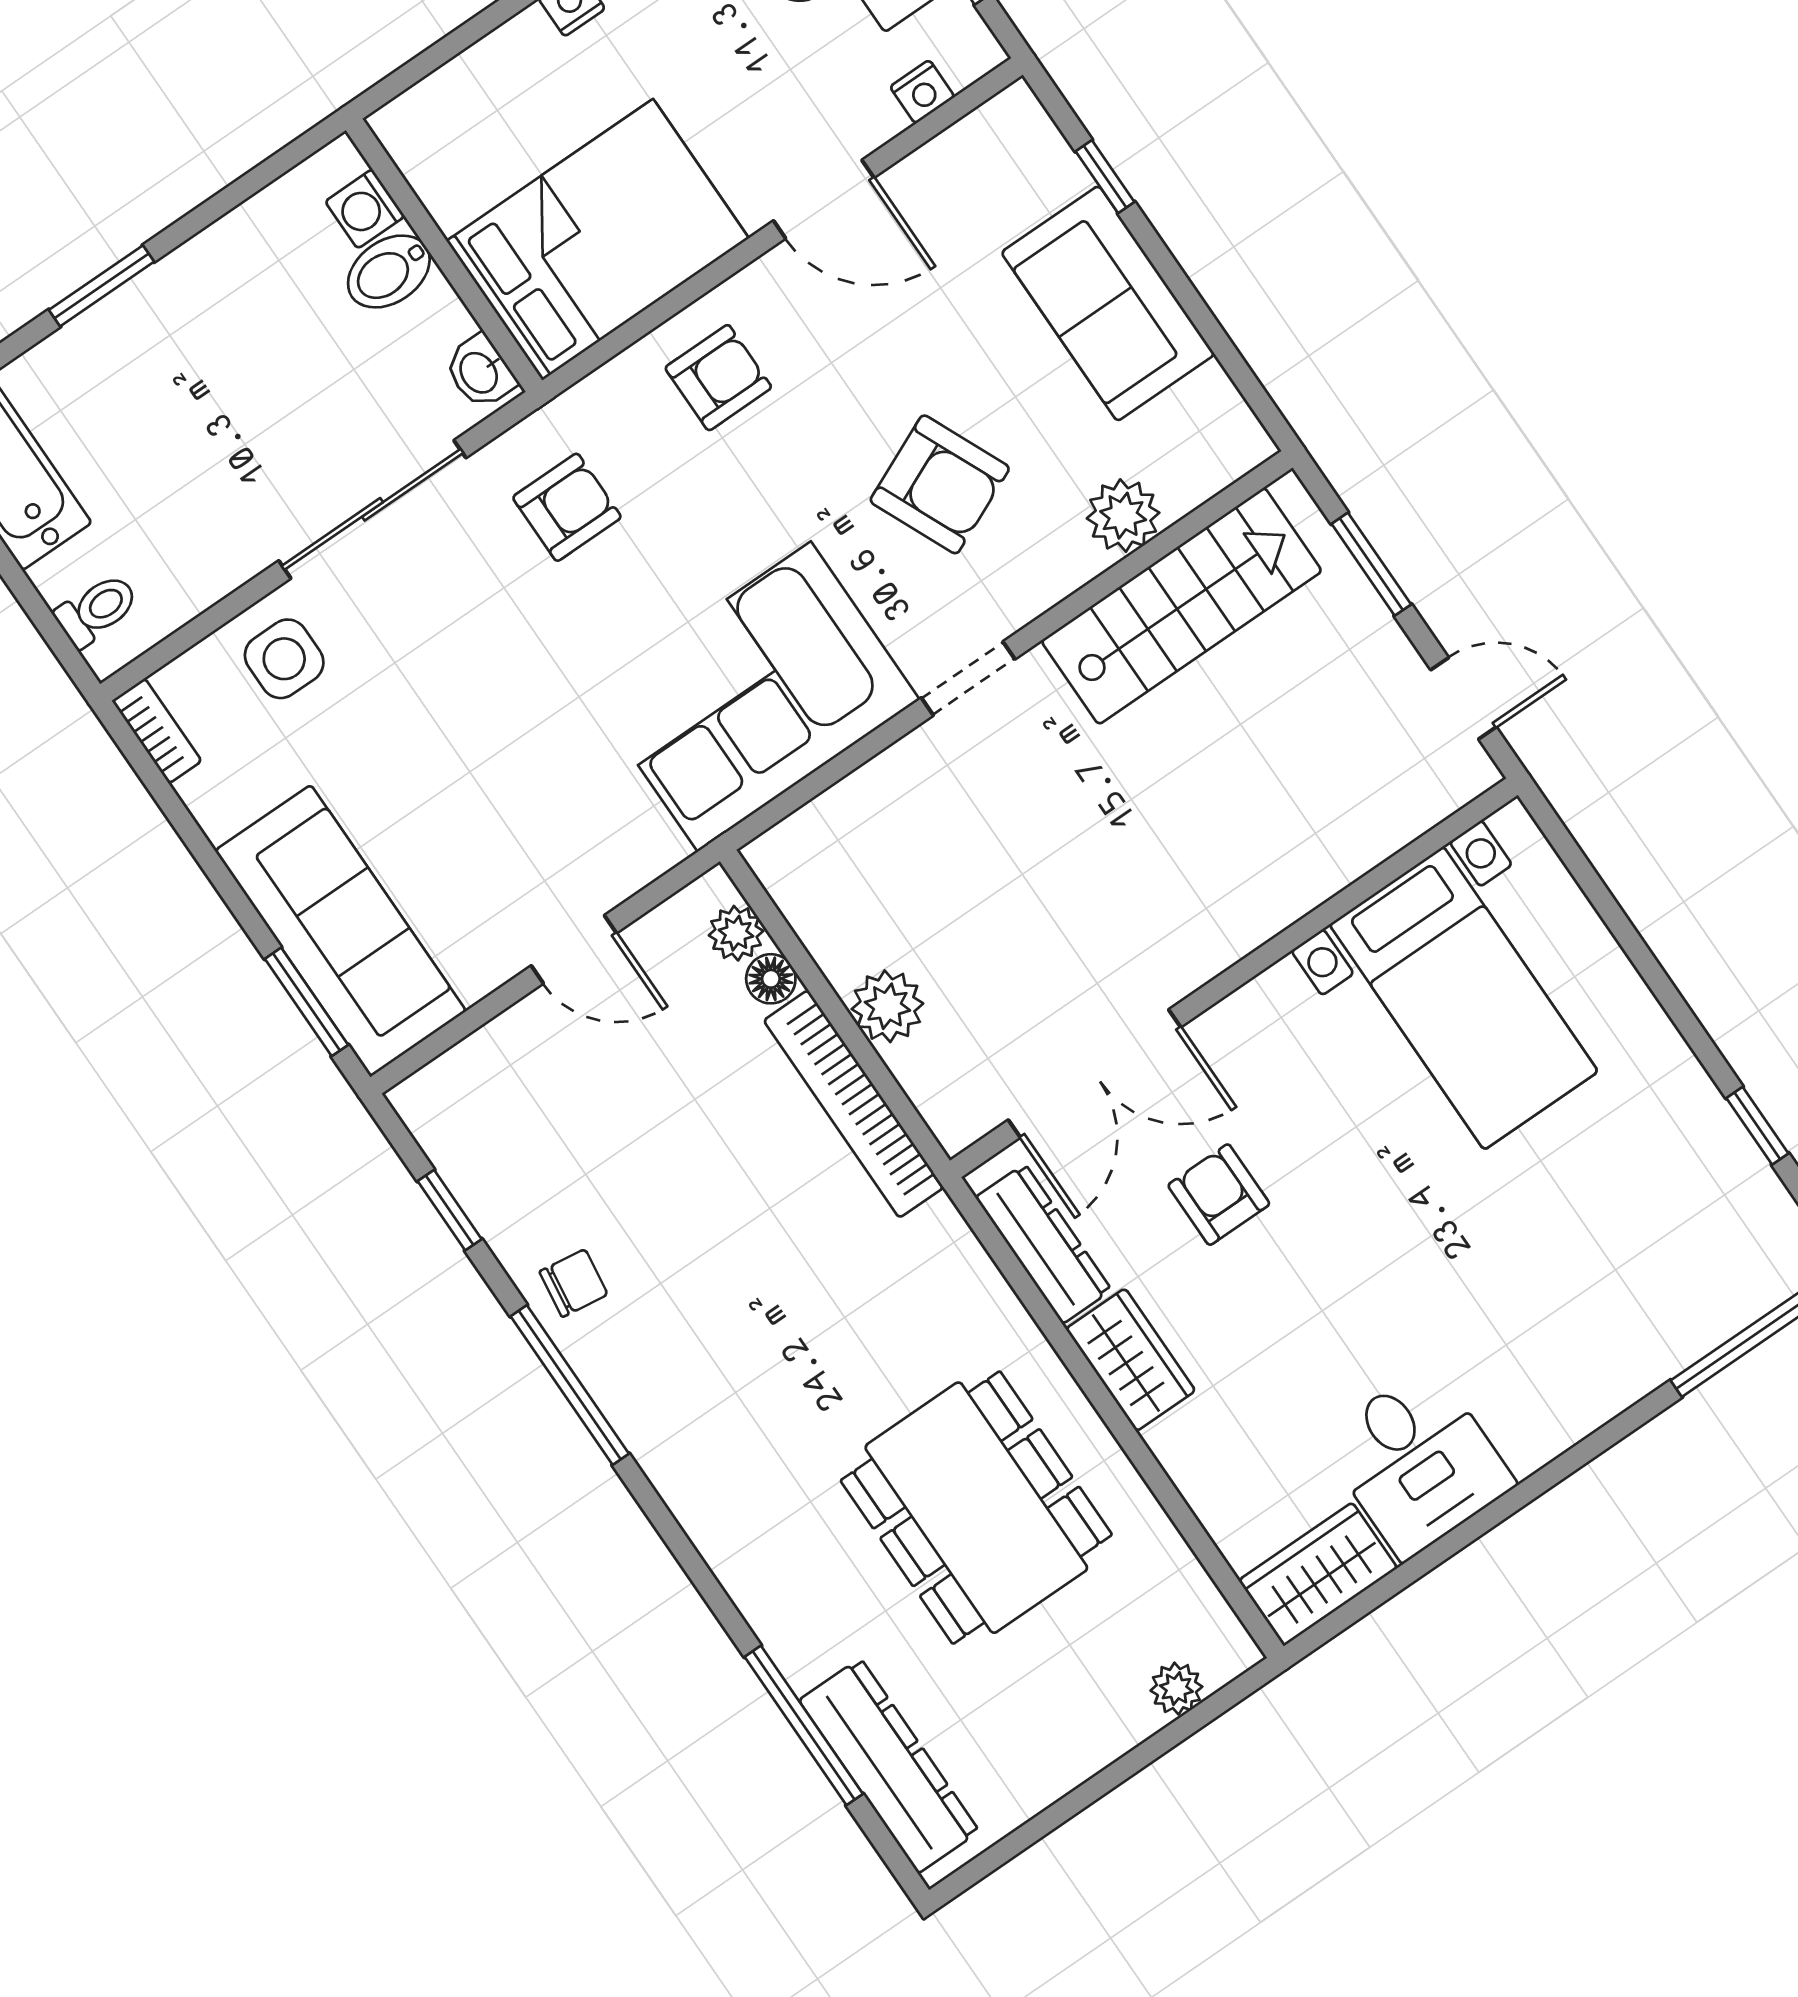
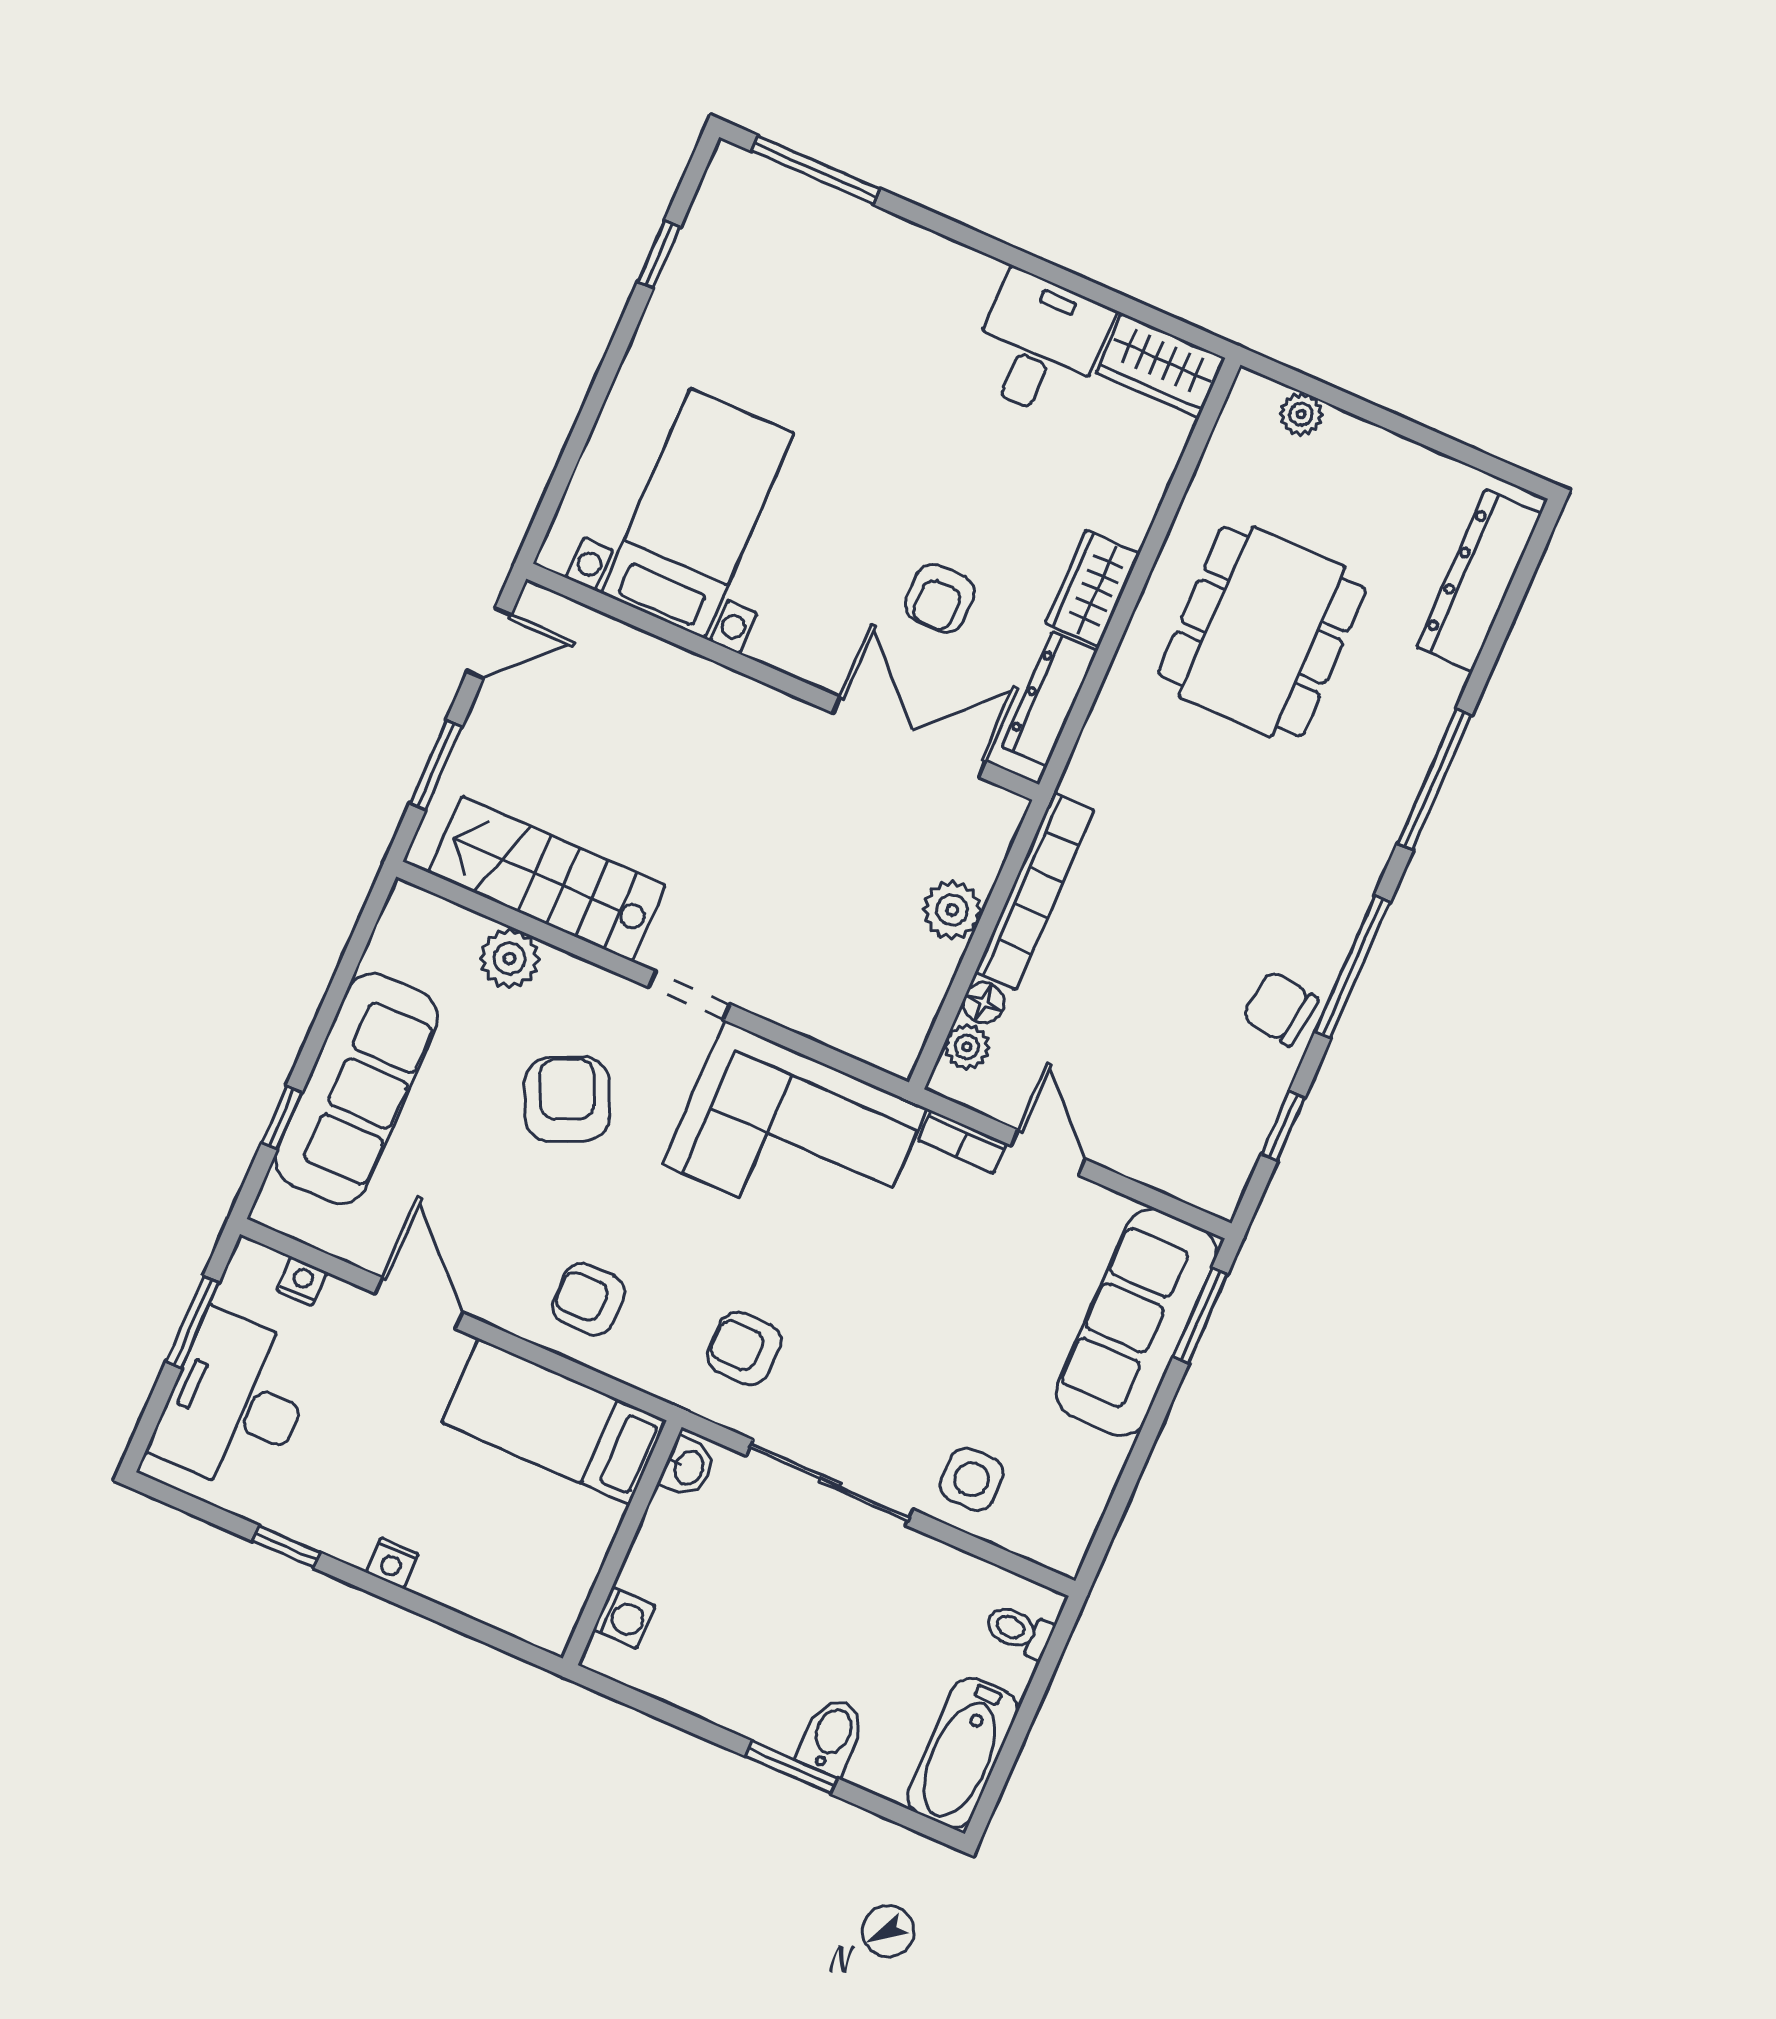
bed: (598, 240) -> (554, 1422), width x0.67
bidet: (389, 272) -> (832, 1736), moved, turned -90
sofa: (1108, 303) -> (356, 1089), width x1.36
door: (1464, 698) -> (489, 643), swing flipped
bookcase: (157, 731) -> (962, 1142), moved, turned -90
chair: (574, 1283) -> (1280, 1008), width x1.37, depth x1.37
window: (804, 1725) -> (1435, 779), moved

